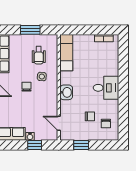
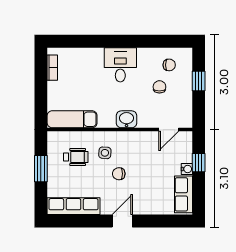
window: (81, 145) -> (199, 81), moved

